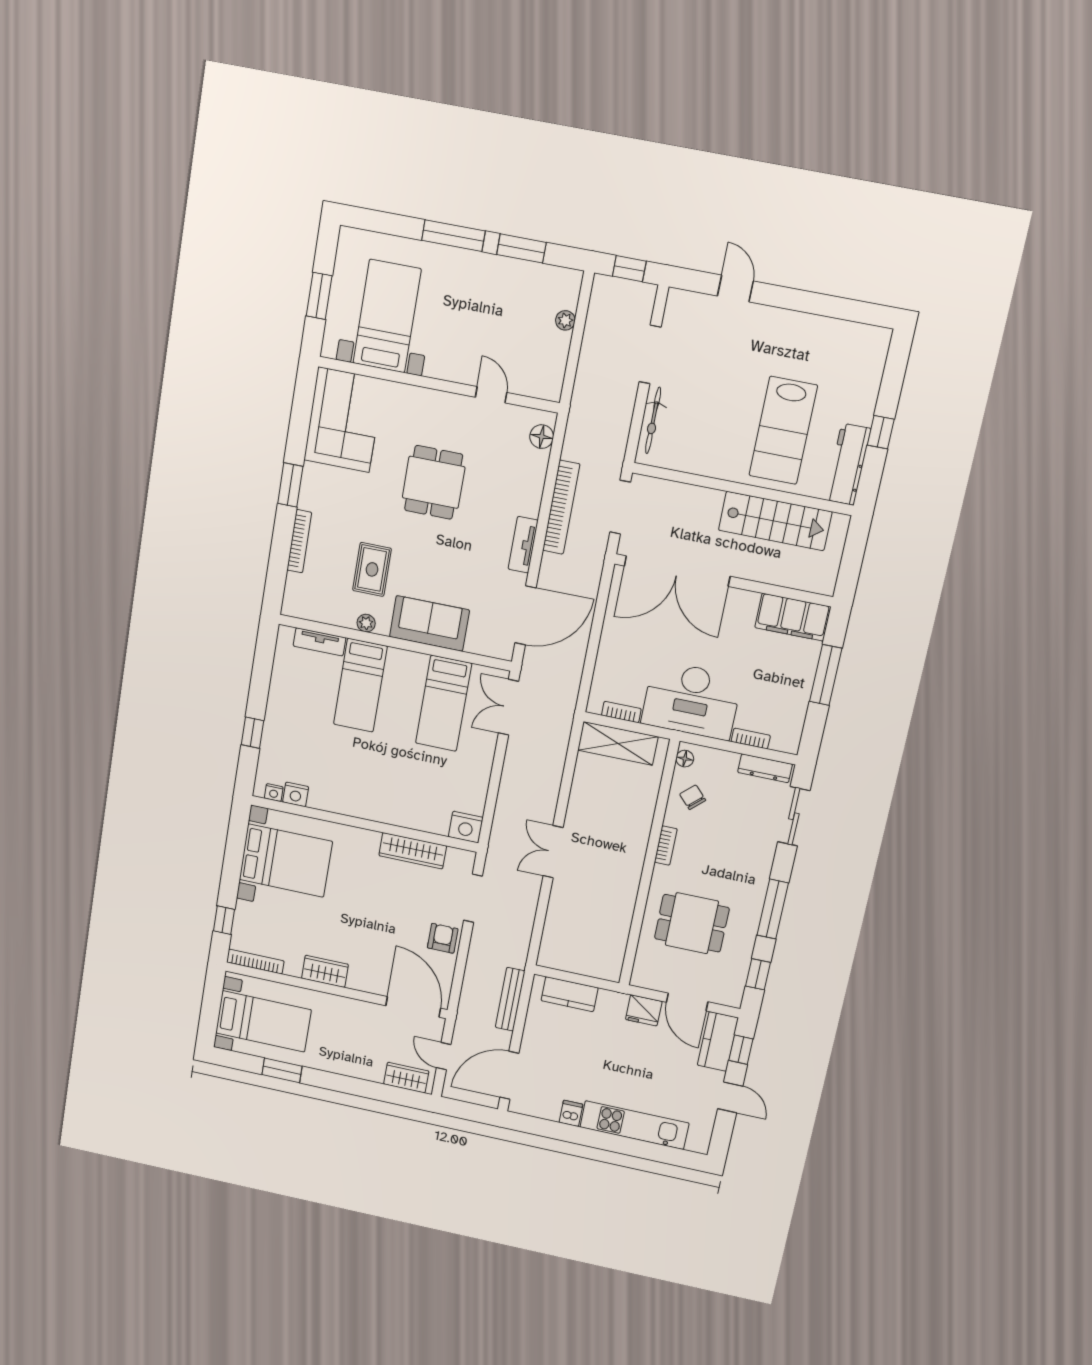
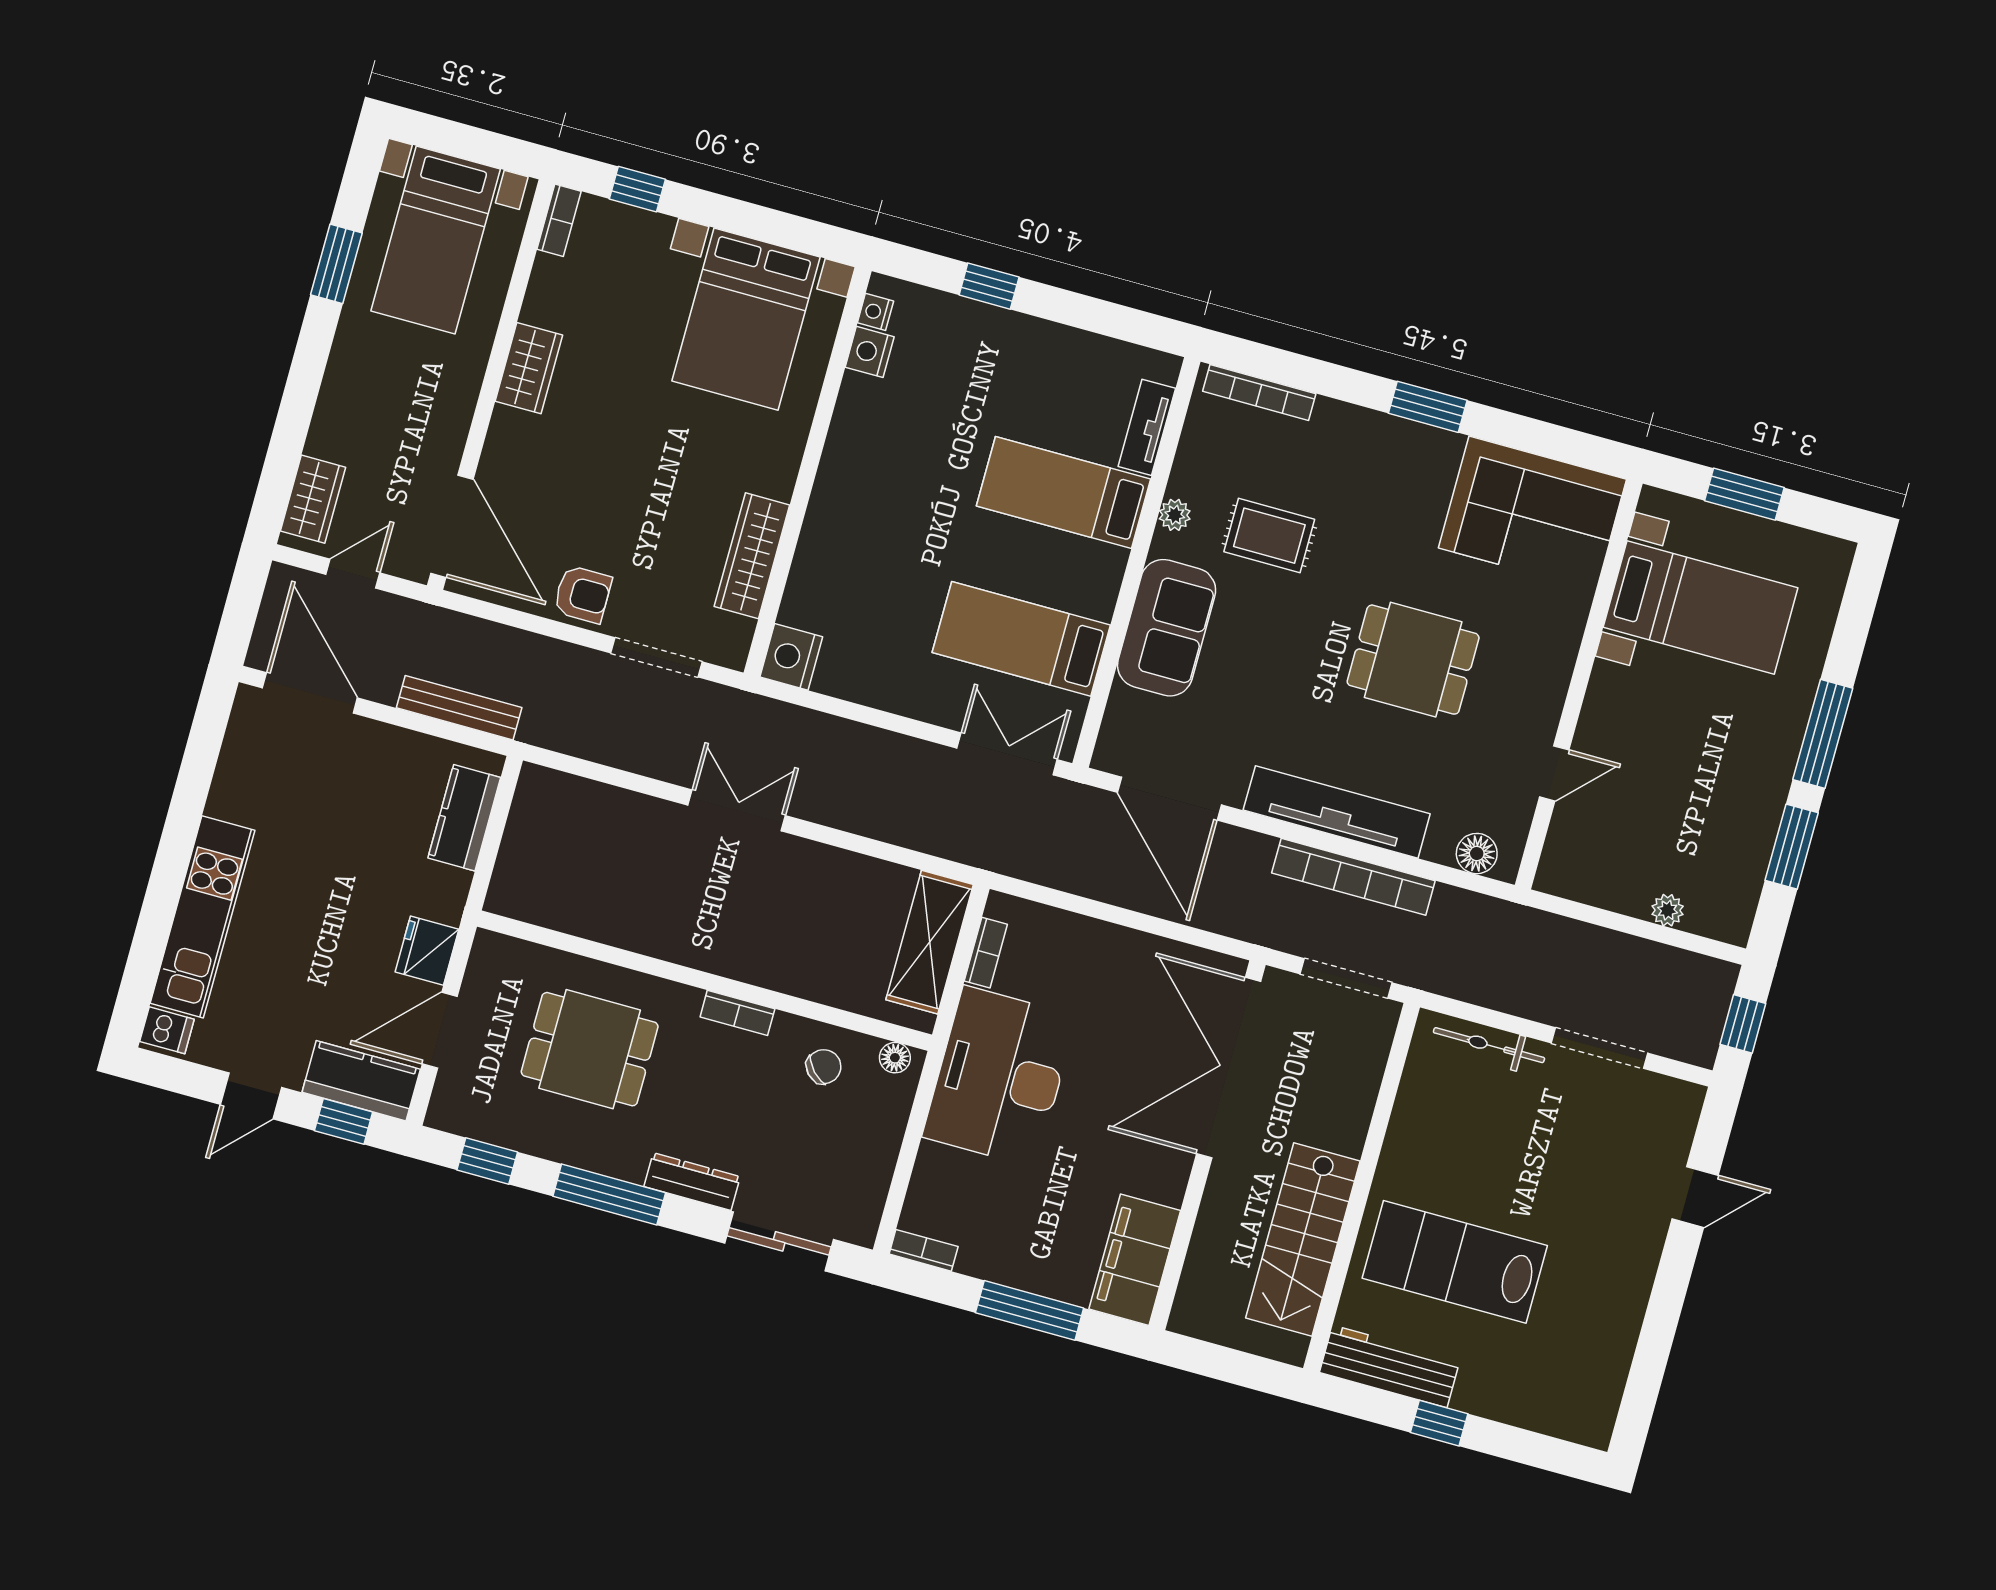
bookcase: (299, 541) -> (1259, 393), moved
tv unit: (523, 545) -> (1337, 812), width x1.92, depth x1.29
bookcase: (751, 739) -> (924, 1250), moved, turned -90
dresser: (765, 768) -> (692, 1182), moved, turned 90
dining table: (692, 923) -> (590, 1049), turned 90
bookcase: (255, 962) -> (559, 220), width x0.64
door: (413, 1007) -> (452, 526), hinge flipped
dishwasher: (571, 1113) -> (167, 1030), moved

